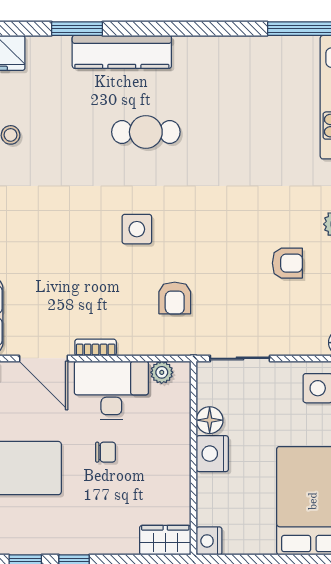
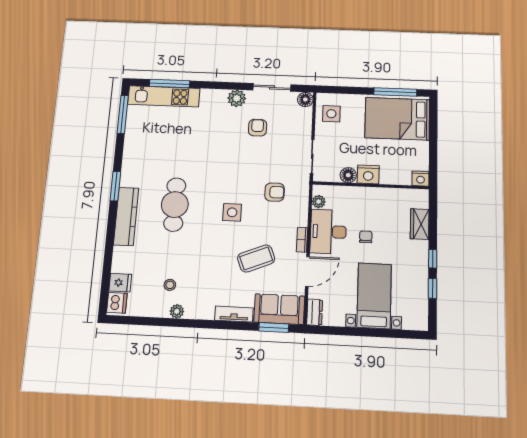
window: (77, 29) -> (115, 186), moved
cafe table: (146, 132) -> (175, 205), width x1.37, depth x1.35
coffee table: (61, 274) -> (256, 258), added
wardrobe: (165, 540) -> (420, 224), moved

